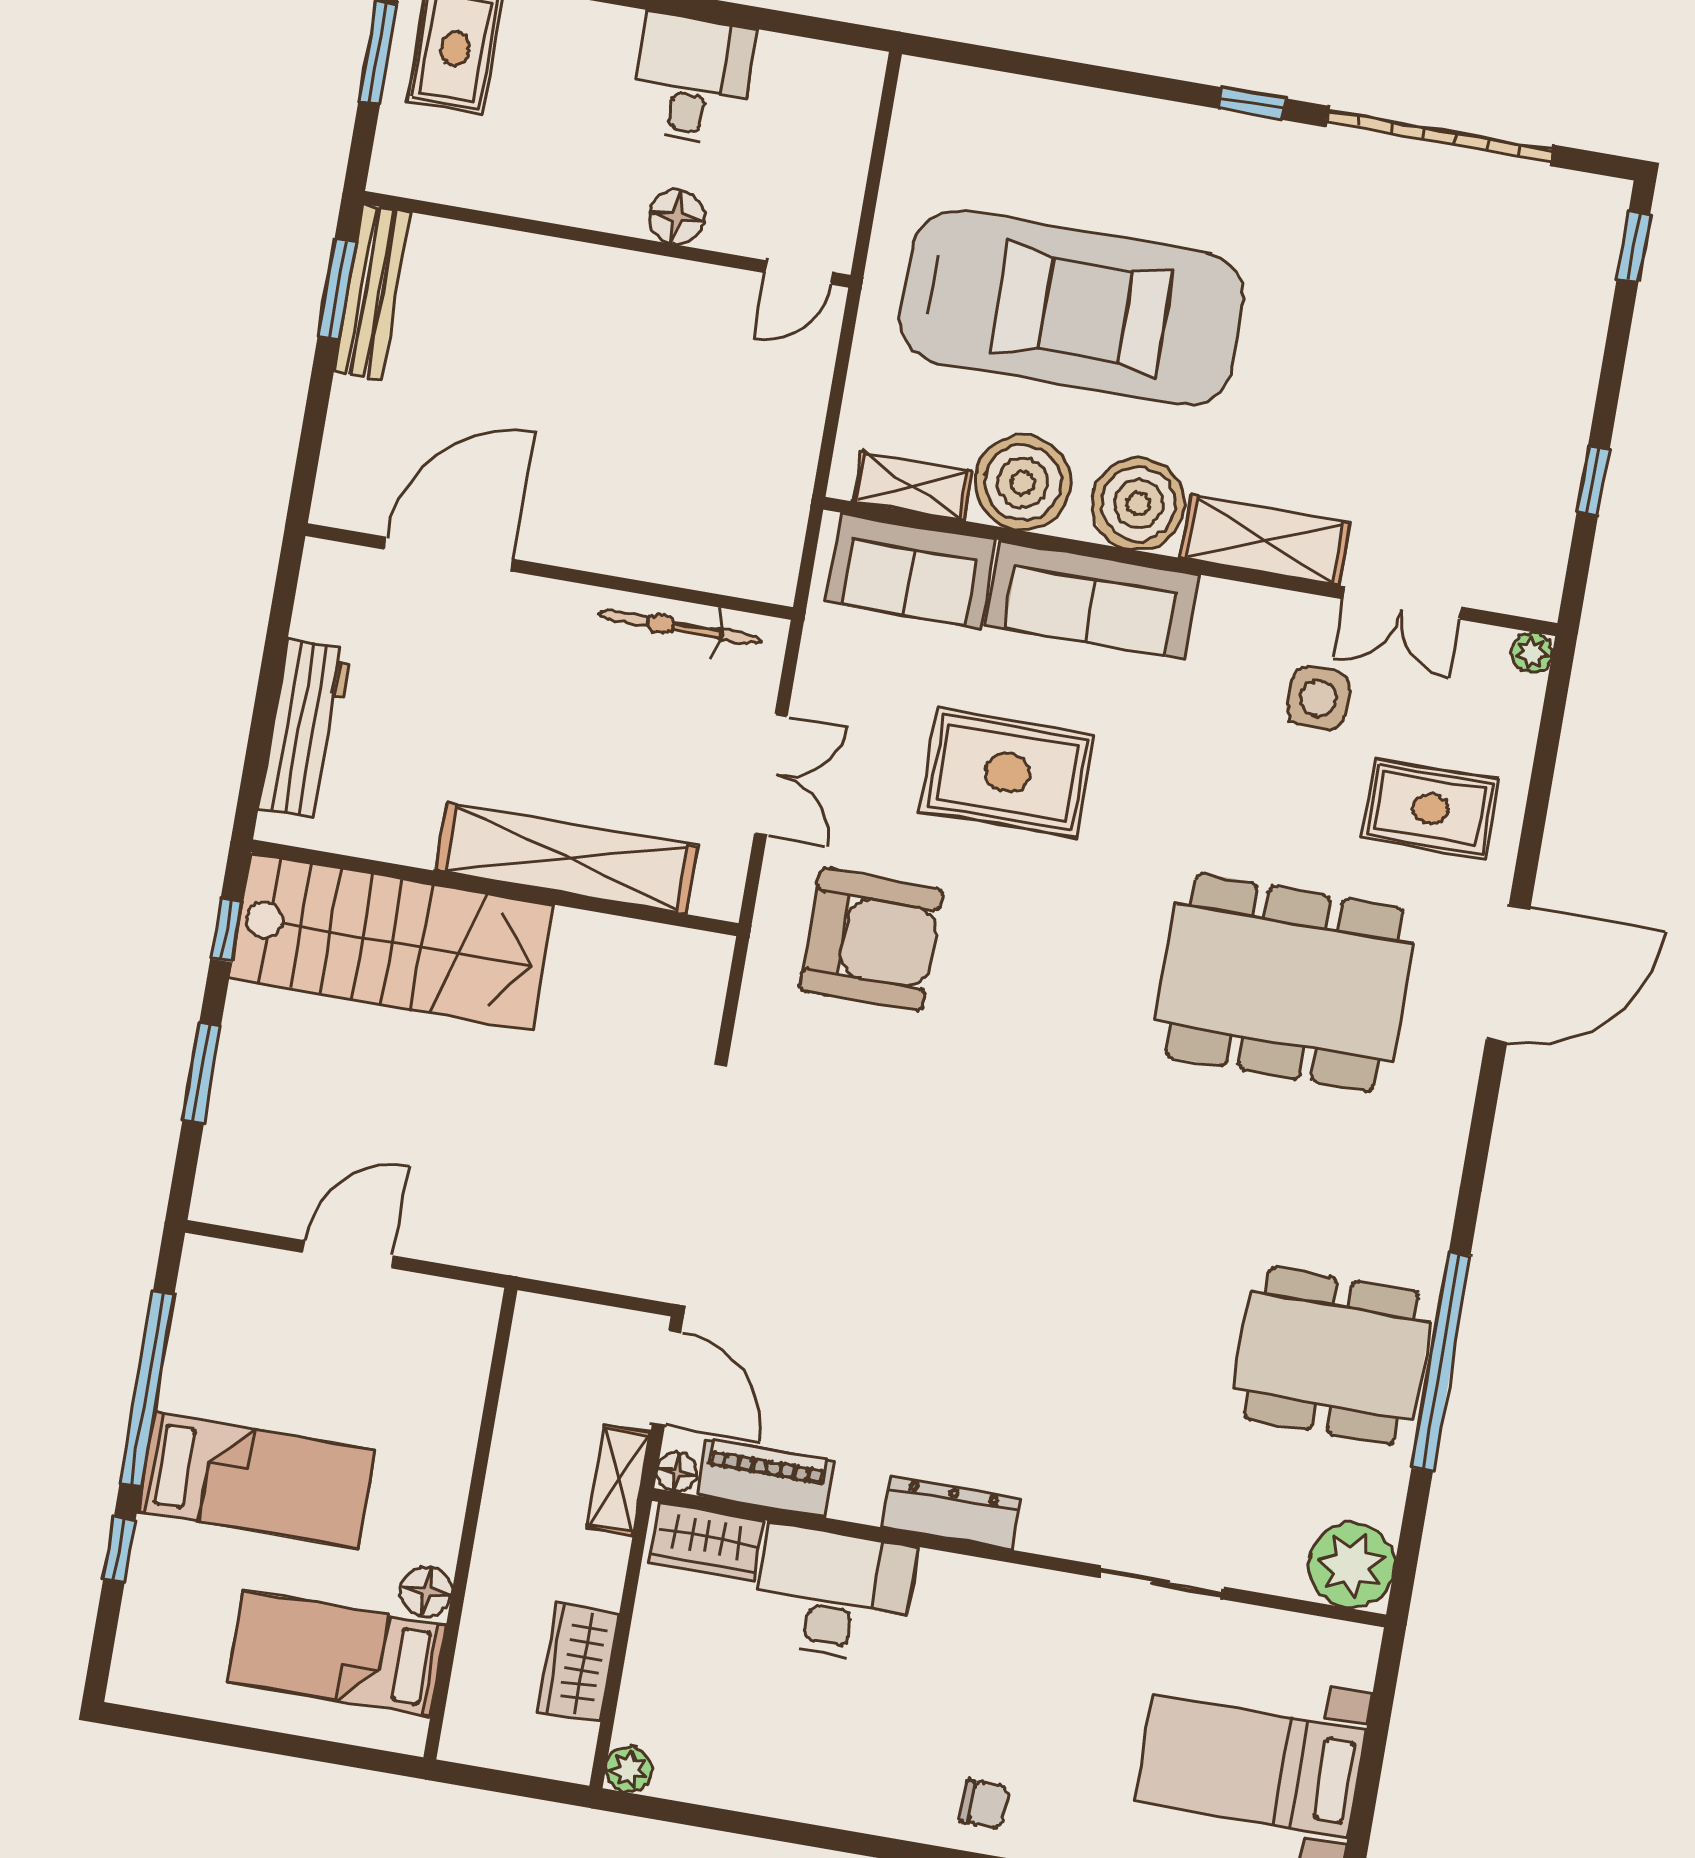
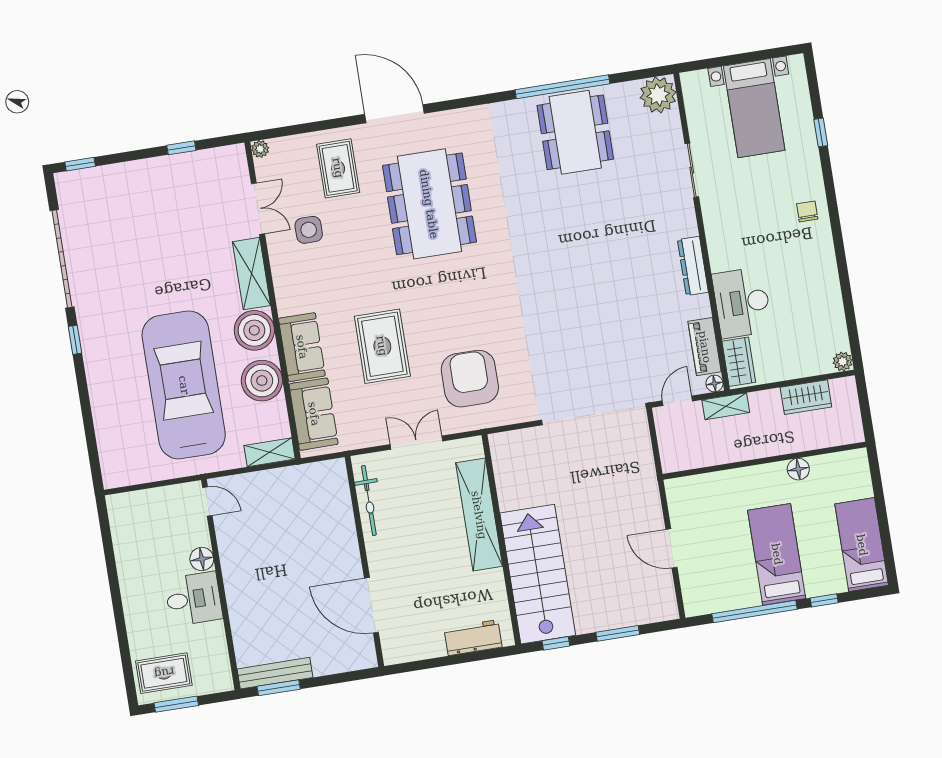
desk: (692, 80) -> (194, 599), moved, turned 180
shelving: (913, 486) -> (270, 452), moved, turned 90
sofa: (1093, 600) -> (302, 347), width x0.73
workbench: (305, 729) -> (473, 638), width x0.73
door: (667, 1378) -> (677, 401), width x0.73
bed: (337, 1653) -> (862, 545), moved, turned 180

